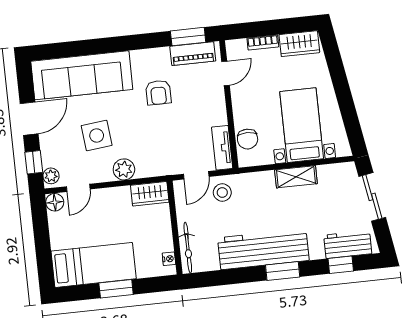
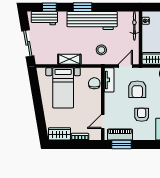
armchair: (171, 137) -> (137, 89), added
stool: (222, 193) -> (101, 50), moved

